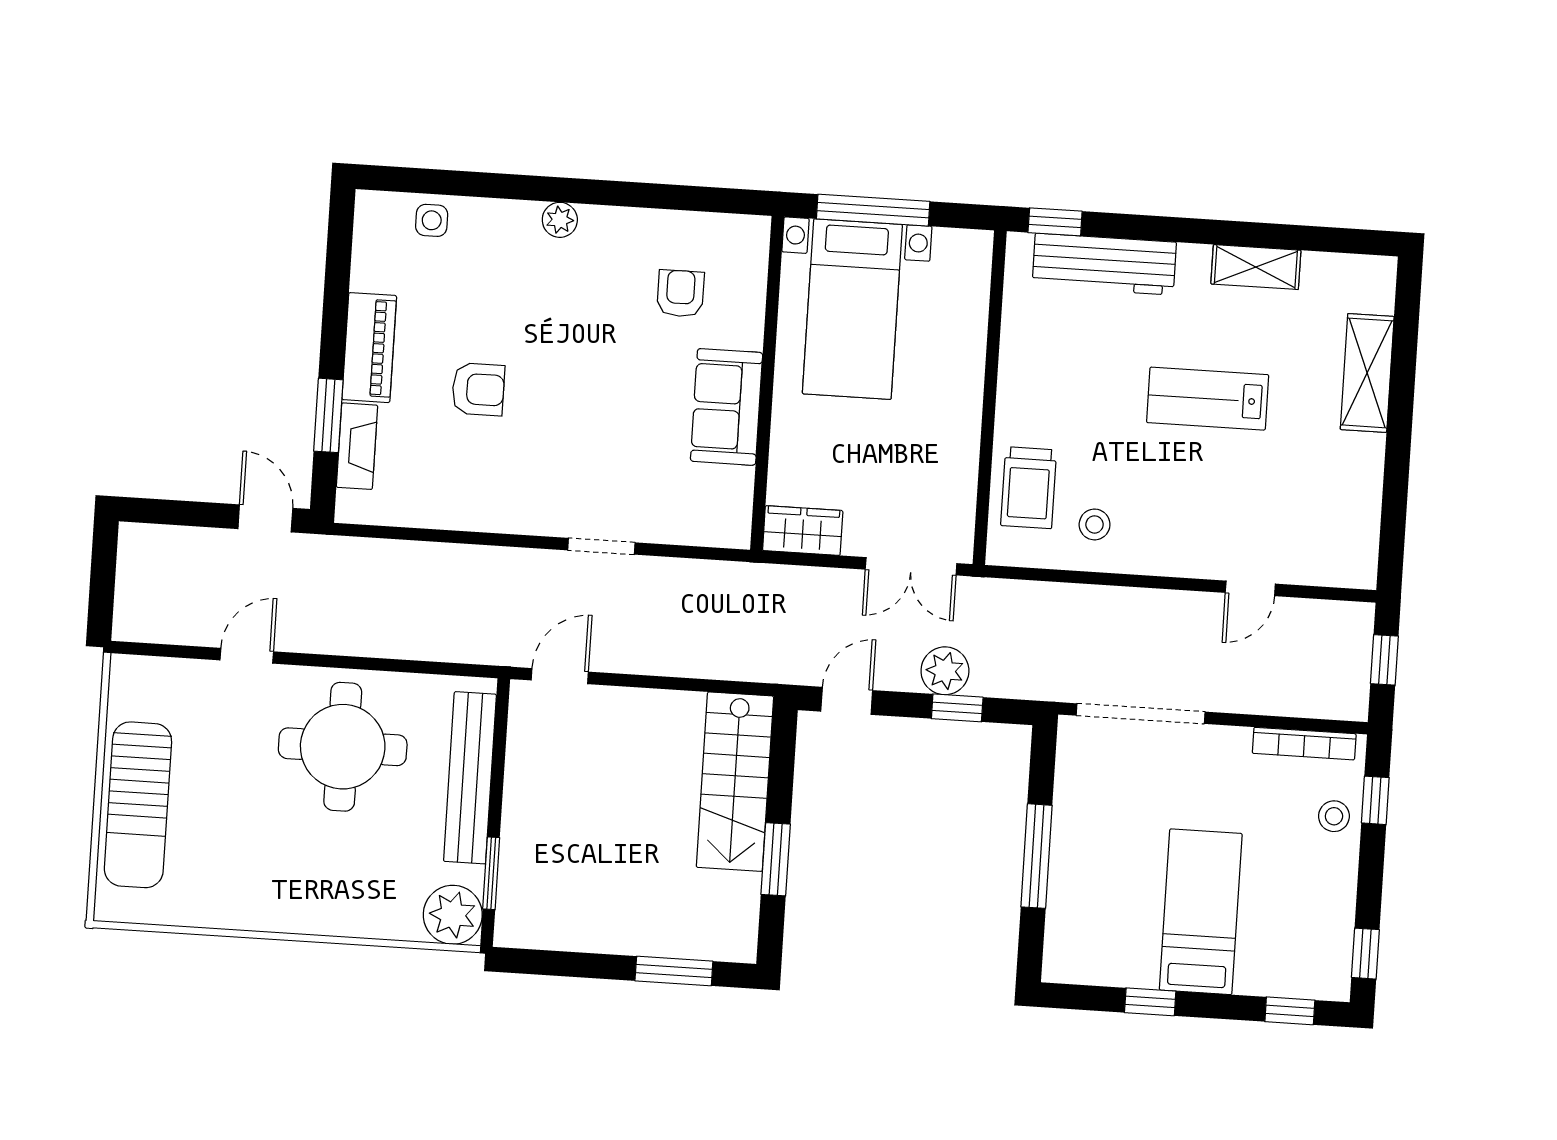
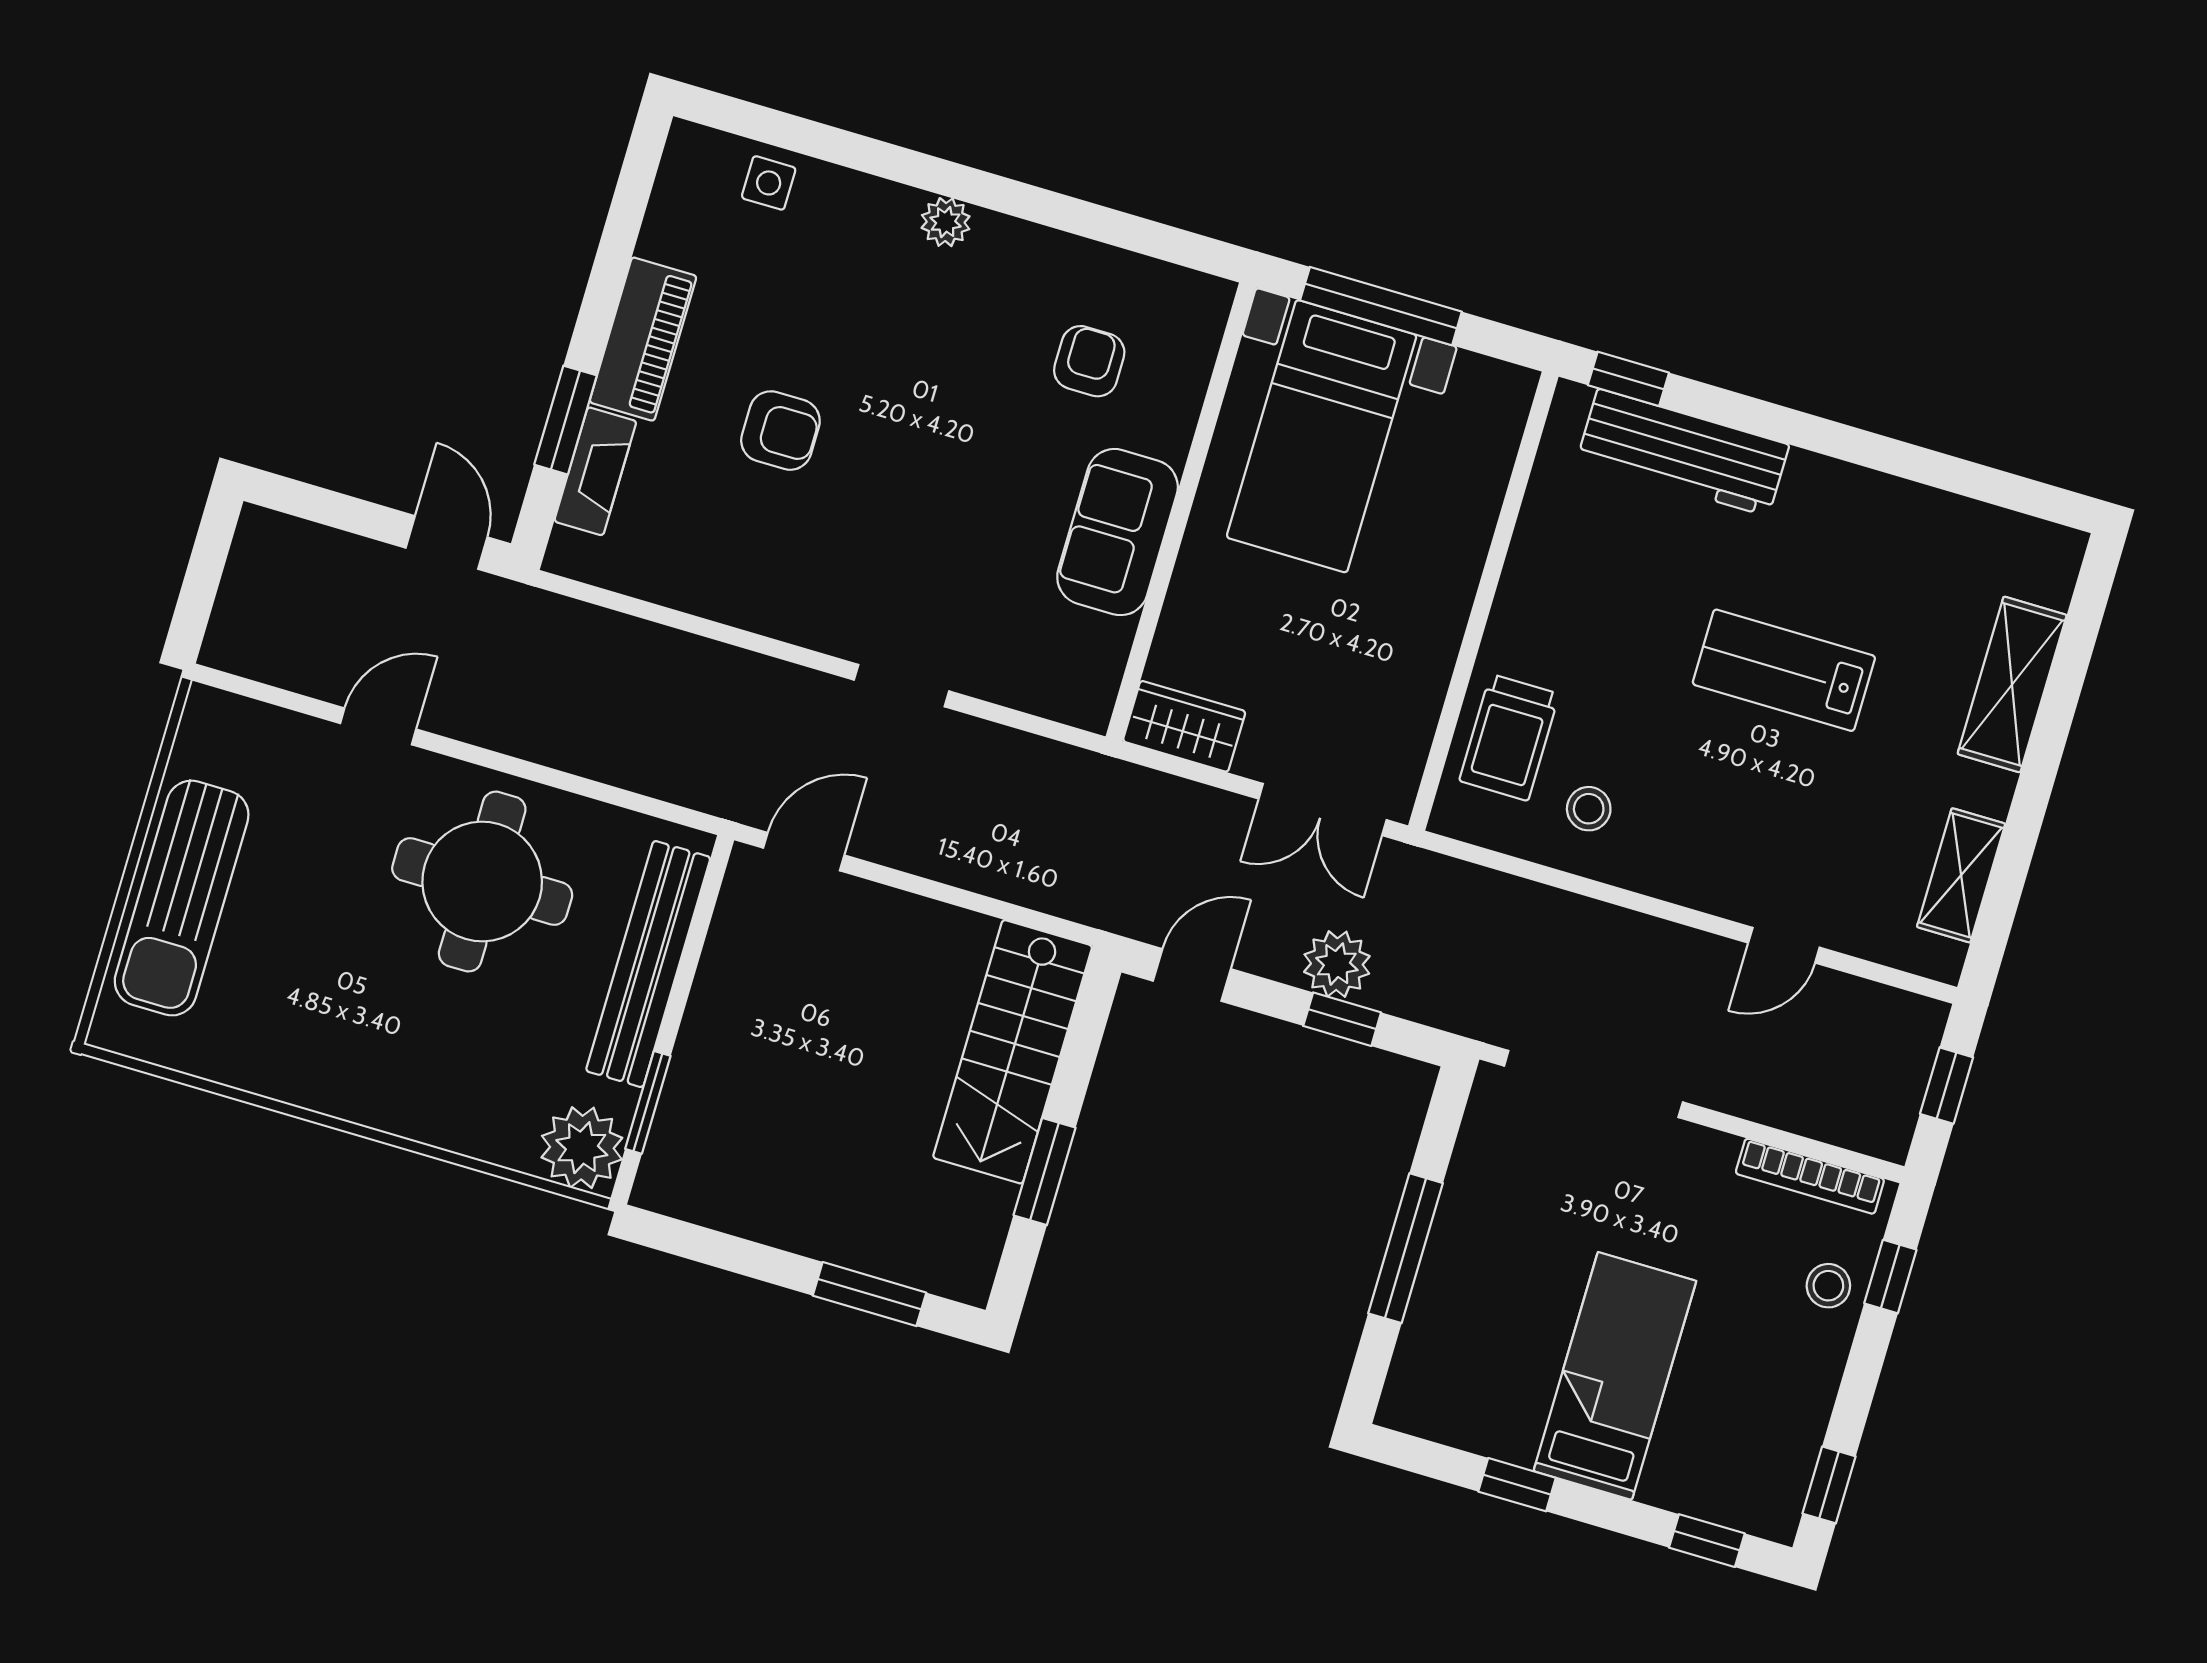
shelving: (1256, 267) -> (1961, 875), moved, turned 90

